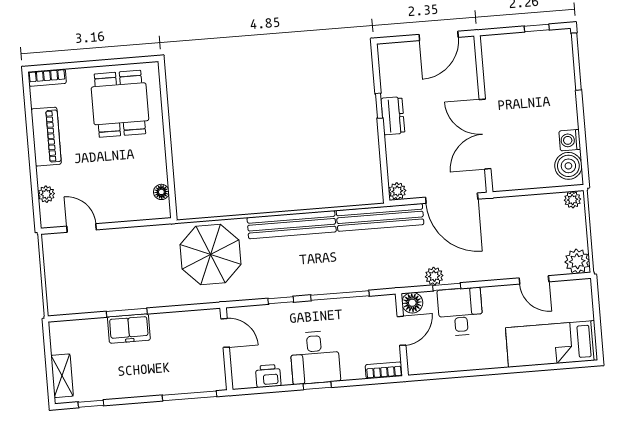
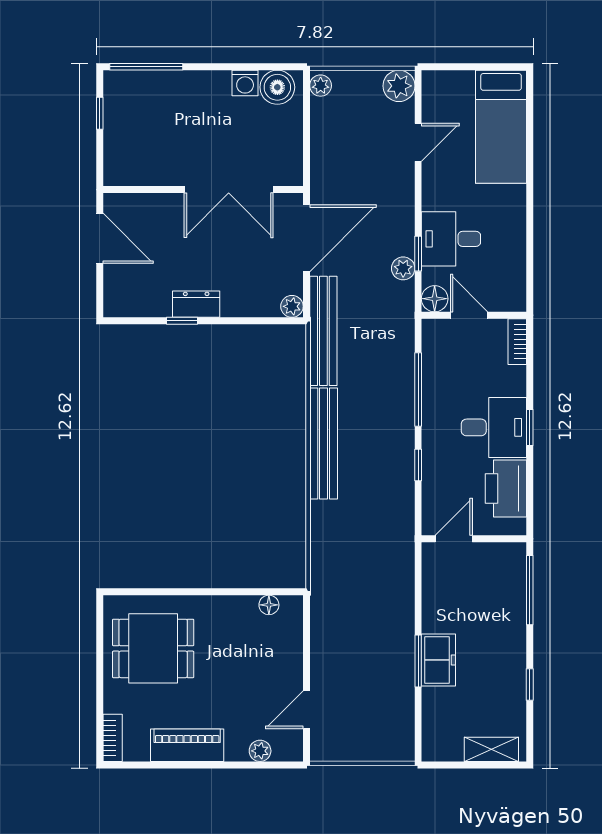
parasol: (210, 254) -> (353, 549), removed
printer: (268, 376) -> (506, 488), width x1.87, depth x1.48
window: (91, 404) -> (530, 685), moved

